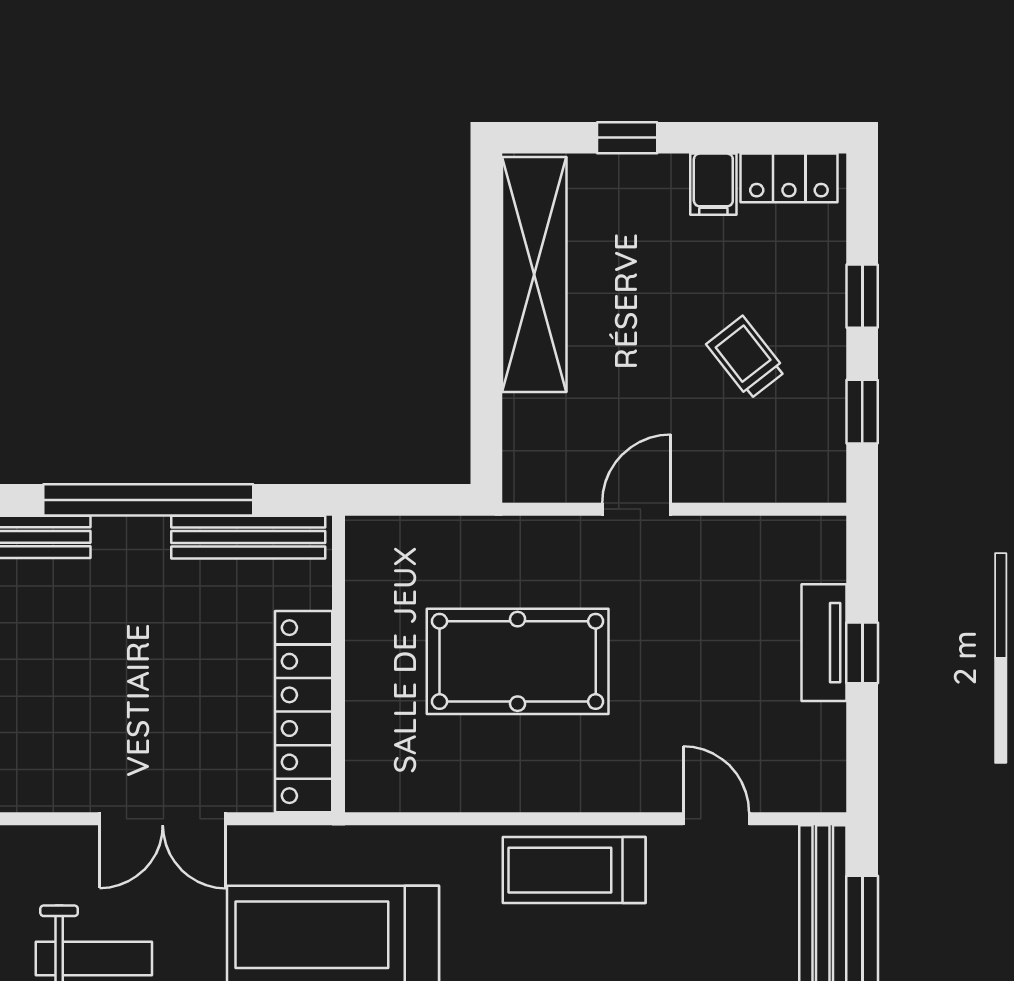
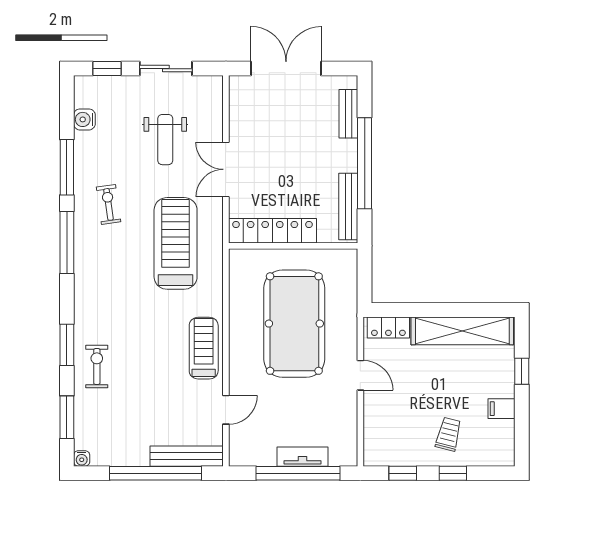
locker: (789, 178) -> (388, 328), moved, turned -90
trolley: (746, 358) -> (449, 434), moved, turned -38
window: (862, 653) -> (298, 473), width x3.17
pool table: (518, 661) -> (294, 324), width x1.36, depth x1.32

